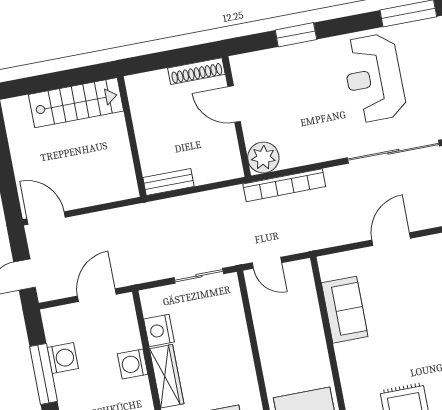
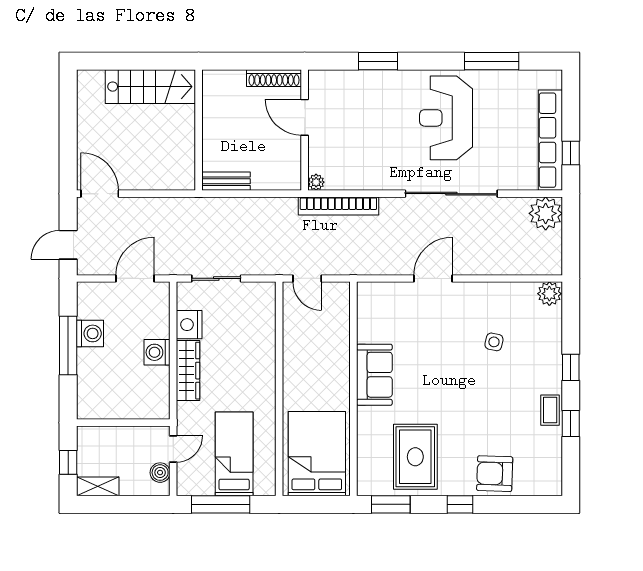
plant: (263, 158) -> (316, 182), width x0.53, depth x0.53
sliding door: (199, 276) -> (216, 278), moved
sofa: (345, 310) -> (374, 375), moved

